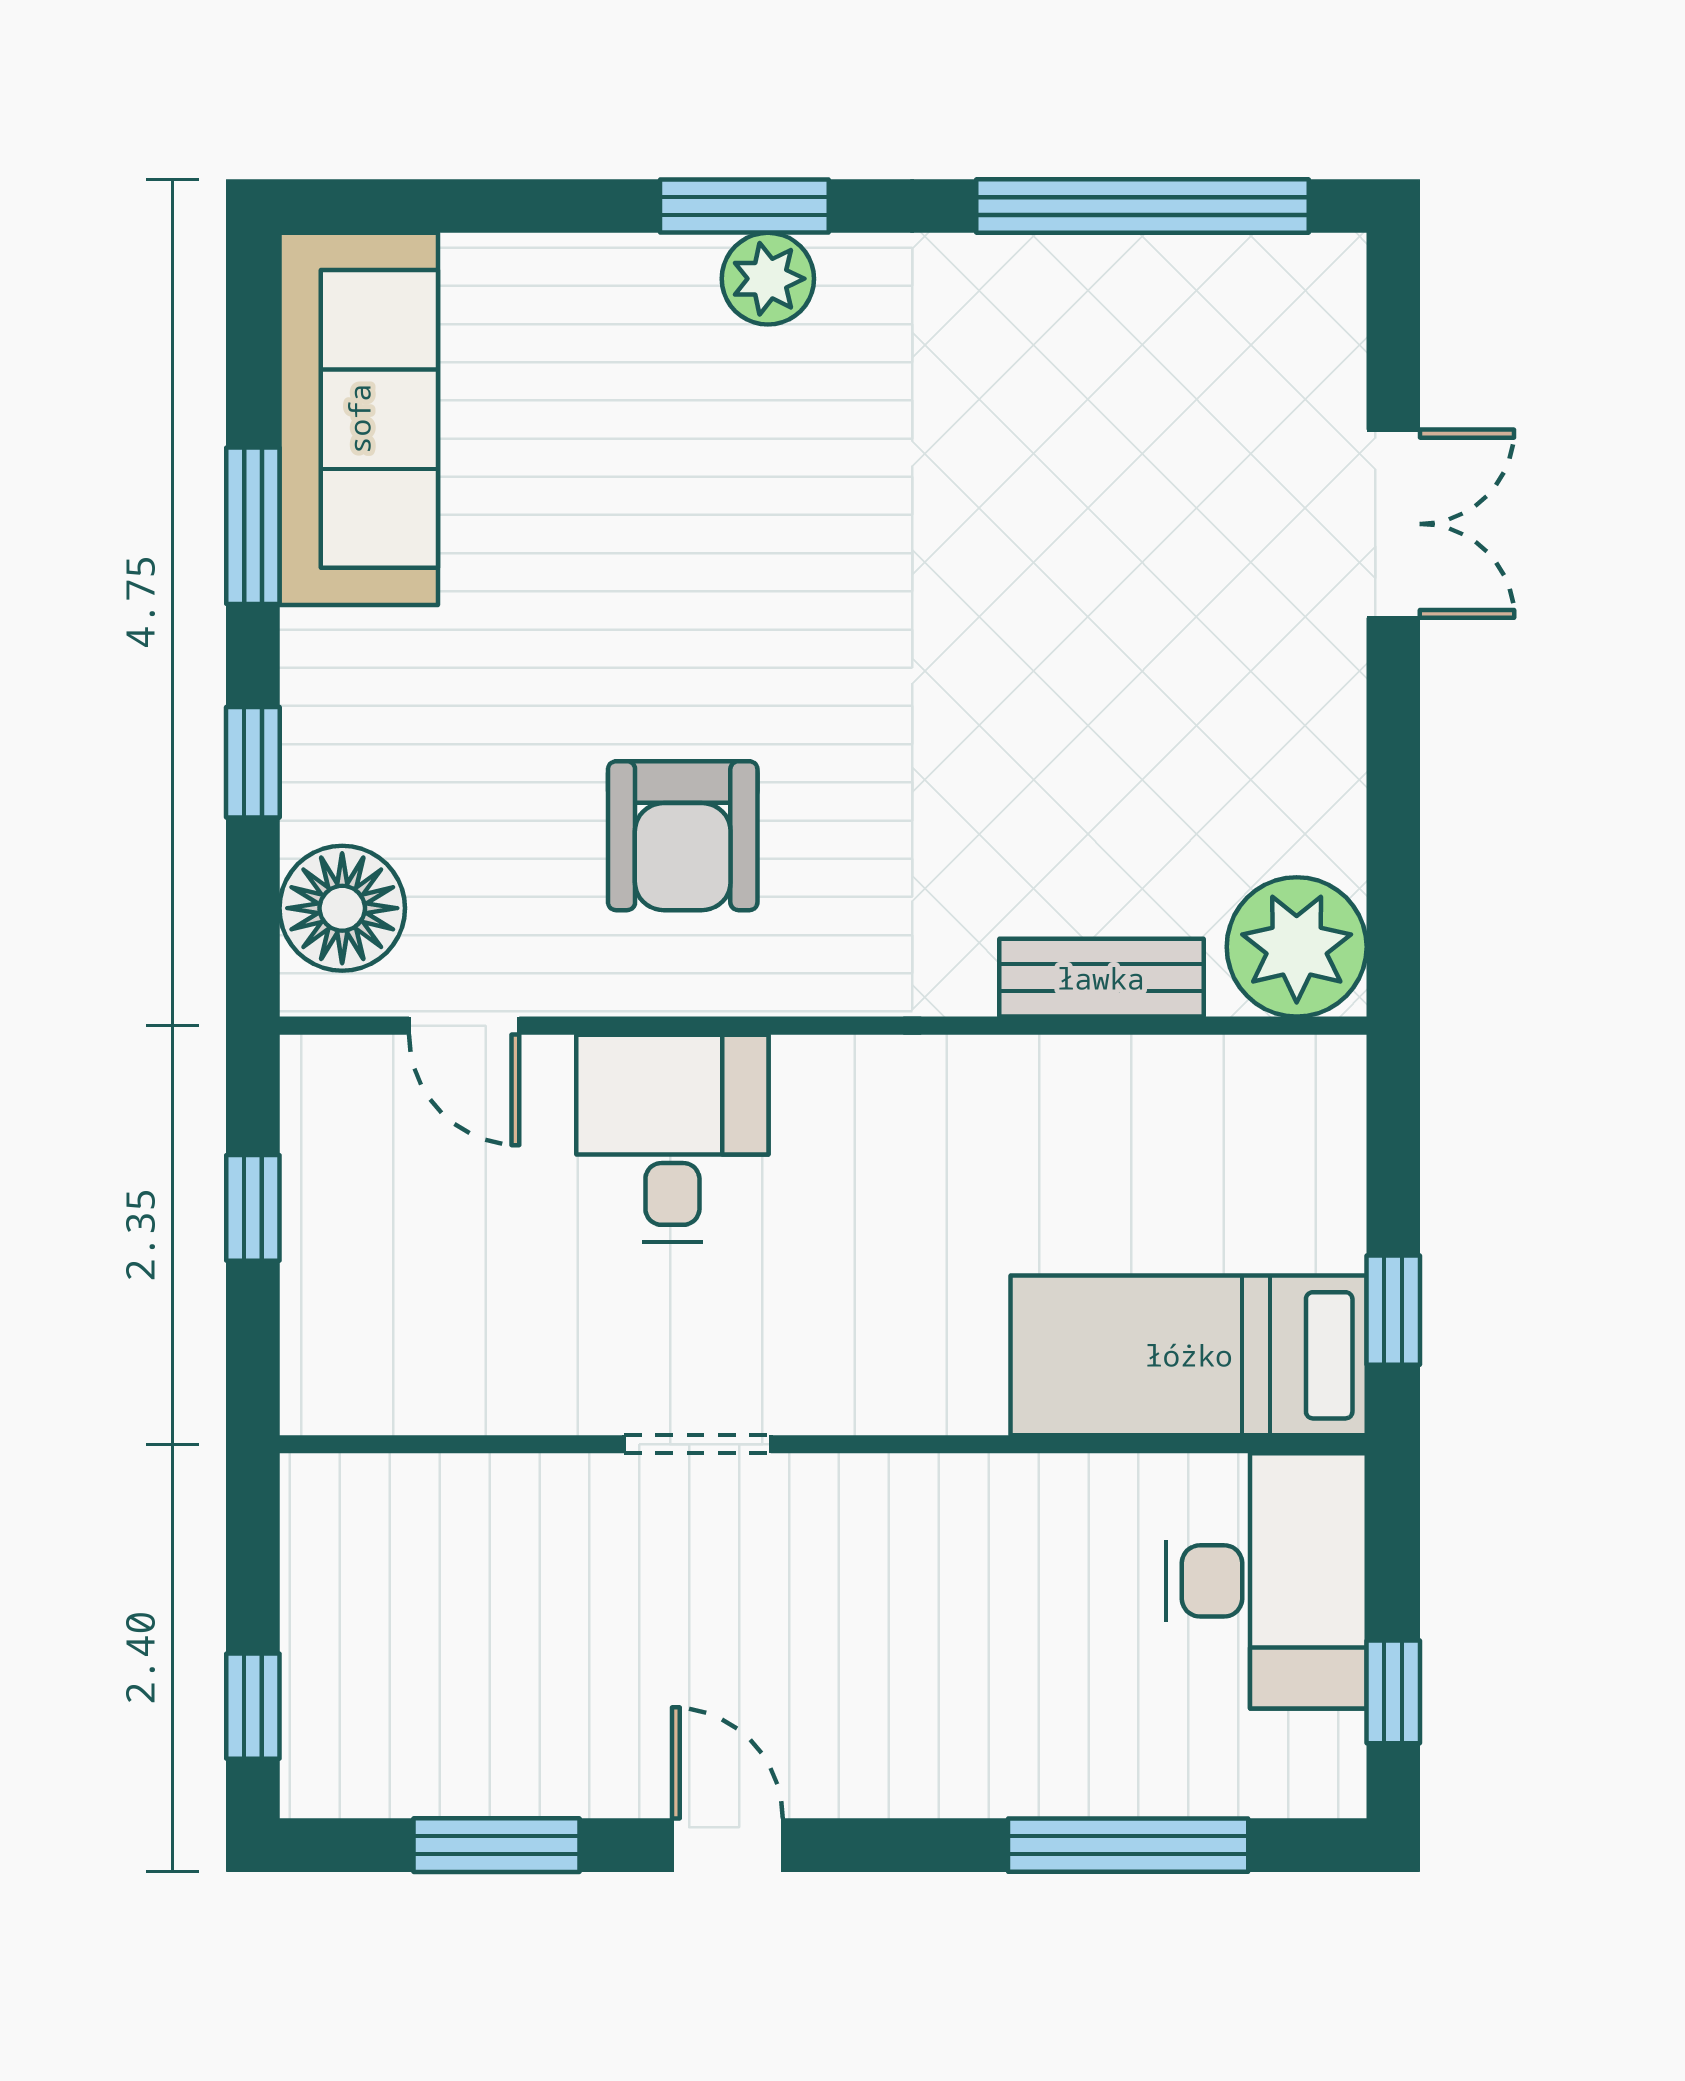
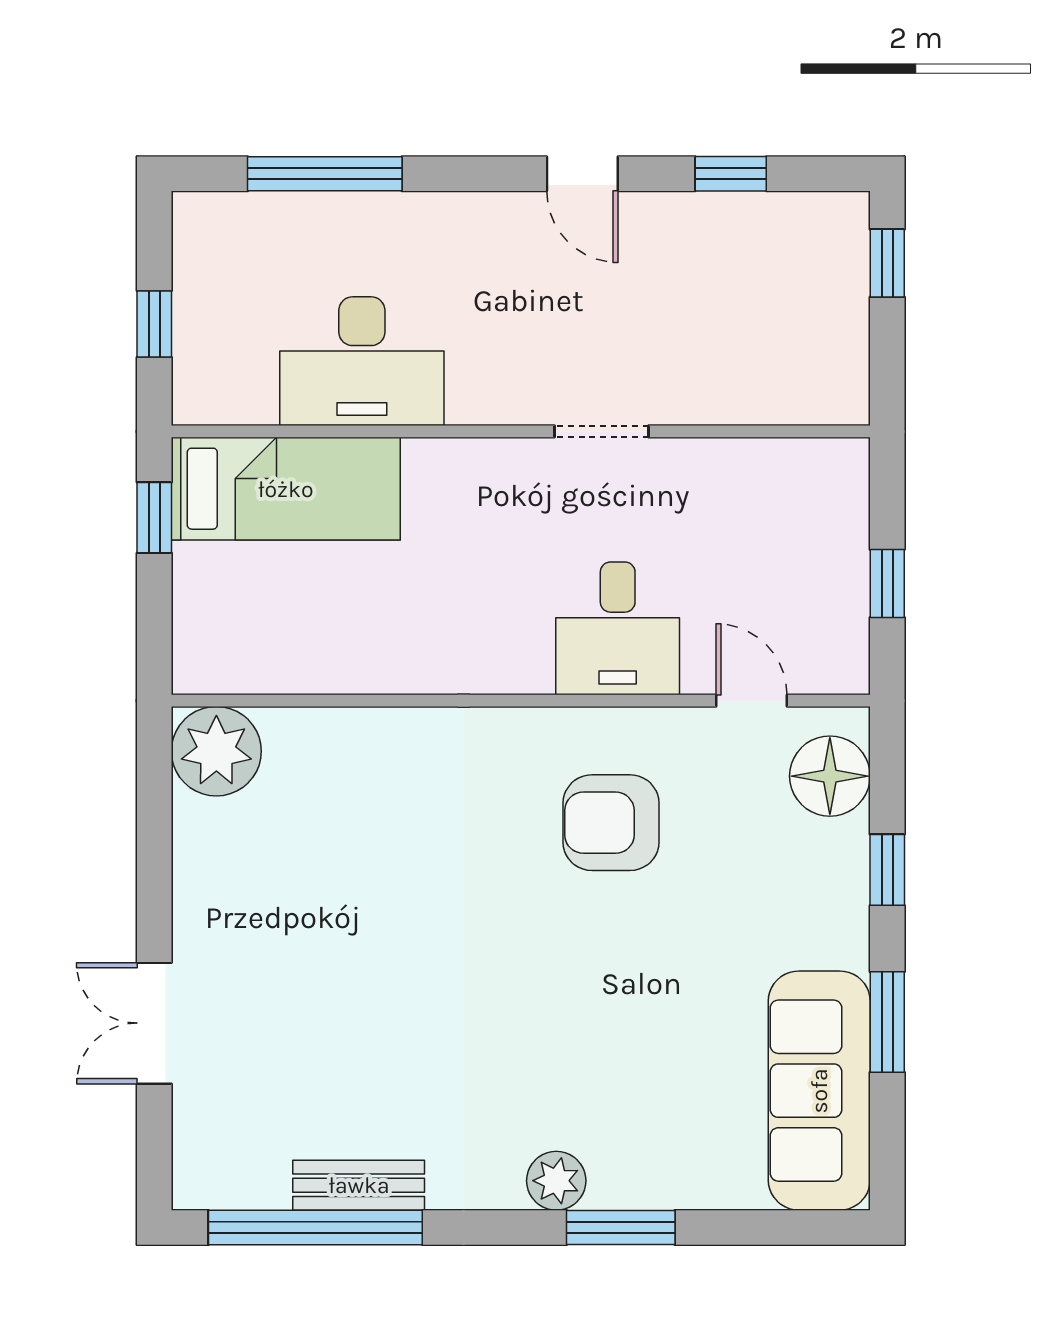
window: (744, 206) -> (621, 1227), moved
armchair: (683, 836) -> (611, 823), turned -90
bench: (1101, 978) -> (359, 1185), moved
desk: (1266, 1581) -> (362, 361), moved, turned -90
window: (1393, 1692) -> (154, 324), moved
window: (497, 1845) -> (731, 174), width x0.67

